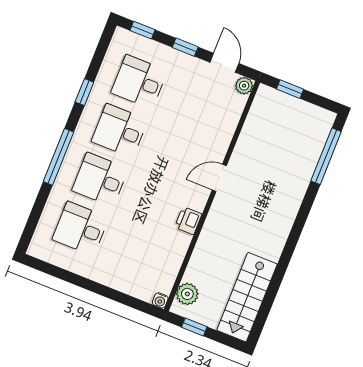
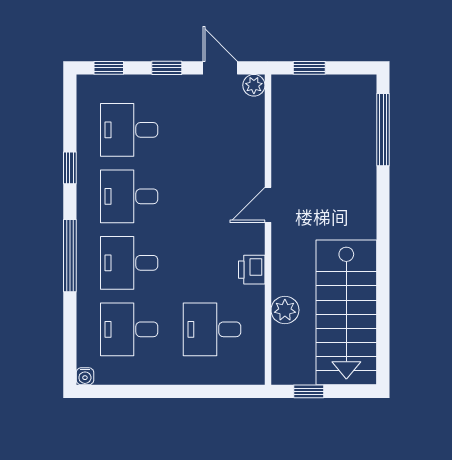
desk: (142, 253) -> (212, 329), added
plant: (187, 294) -> (285, 310), moved
stairs: (247, 297) -> (346, 312), width x1.36, depth x1.51
water cooler: (160, 300) -> (85, 376), moved

